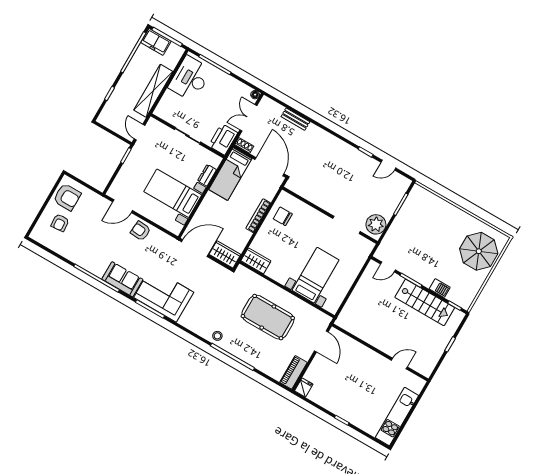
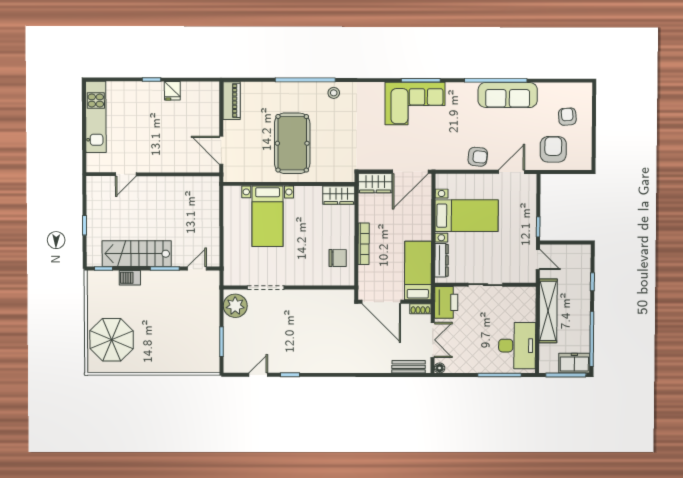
bench: (295, 119) -> (409, 367), moved
dresser: (207, 175) -> (442, 260), width x1.44
armchair: (67, 197) -> (553, 149), moved, turned 90
sofa: (122, 279) -> (508, 95), moved, width x1.36
pool table: (268, 317) -> (292, 143), turned 90
fridge: (304, 388) -> (172, 91), moved

